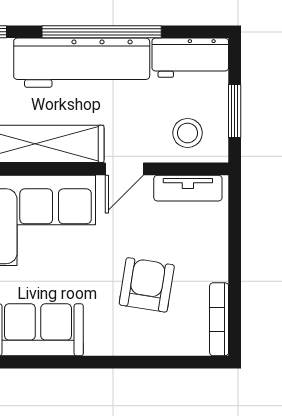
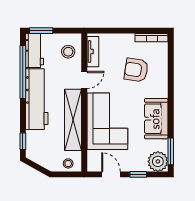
window: (102, 32) -> (23, 72), moved
window: (235, 111) -> (41, 31), moved
door: (124, 169) -> (84, 80), hinge flipped

